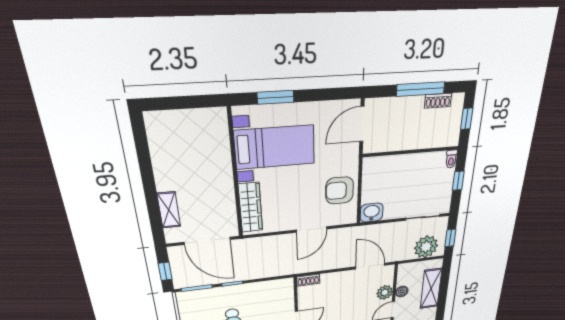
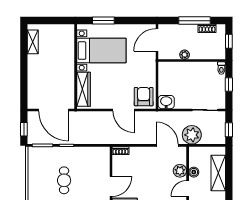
plant: (402, 144) -> (185, 55), added
armchair: (340, 190) -> (144, 97), moved, turned 90
shelving: (169, 210) -> (33, 42), moved
door: (312, 229) -> (124, 110), hinge flipped
plant: (426, 247) -> (192, 135), moved

